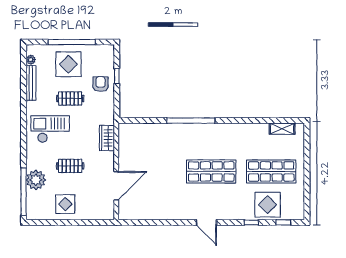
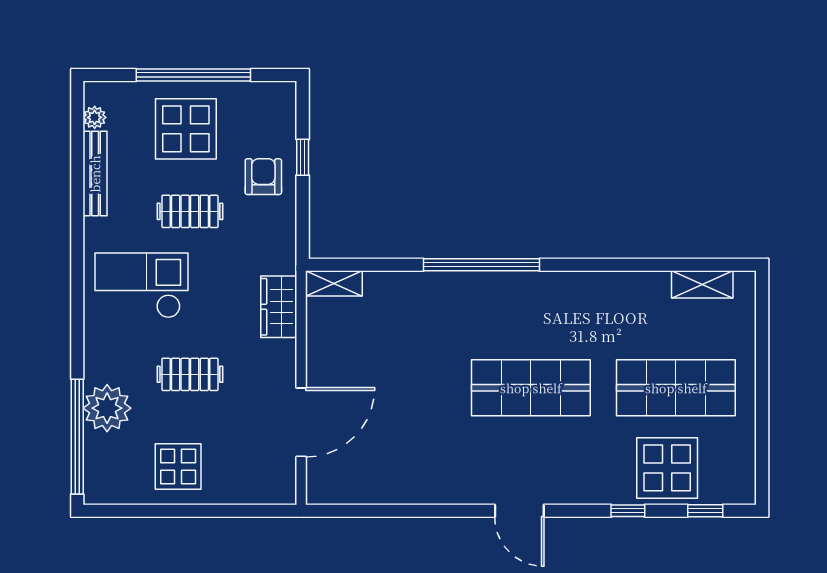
shelving: (130, 128) -> (334, 283), added

